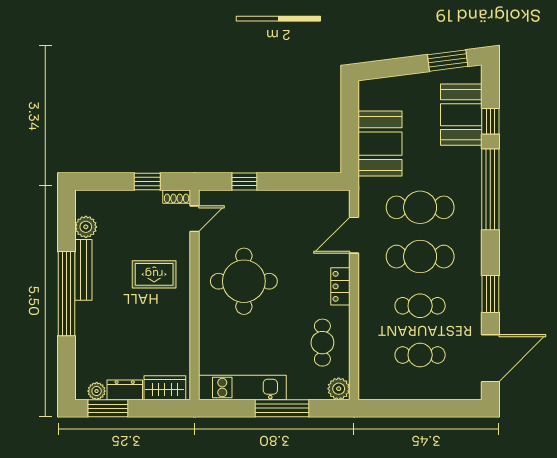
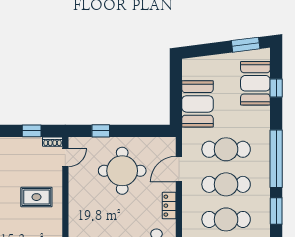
window: (490, 189) -> (276, 159), moved
round table: (244, 281) -> (122, 171), moved
cafe table: (420, 306) -> (226, 219), width x1.37, depth x1.35

